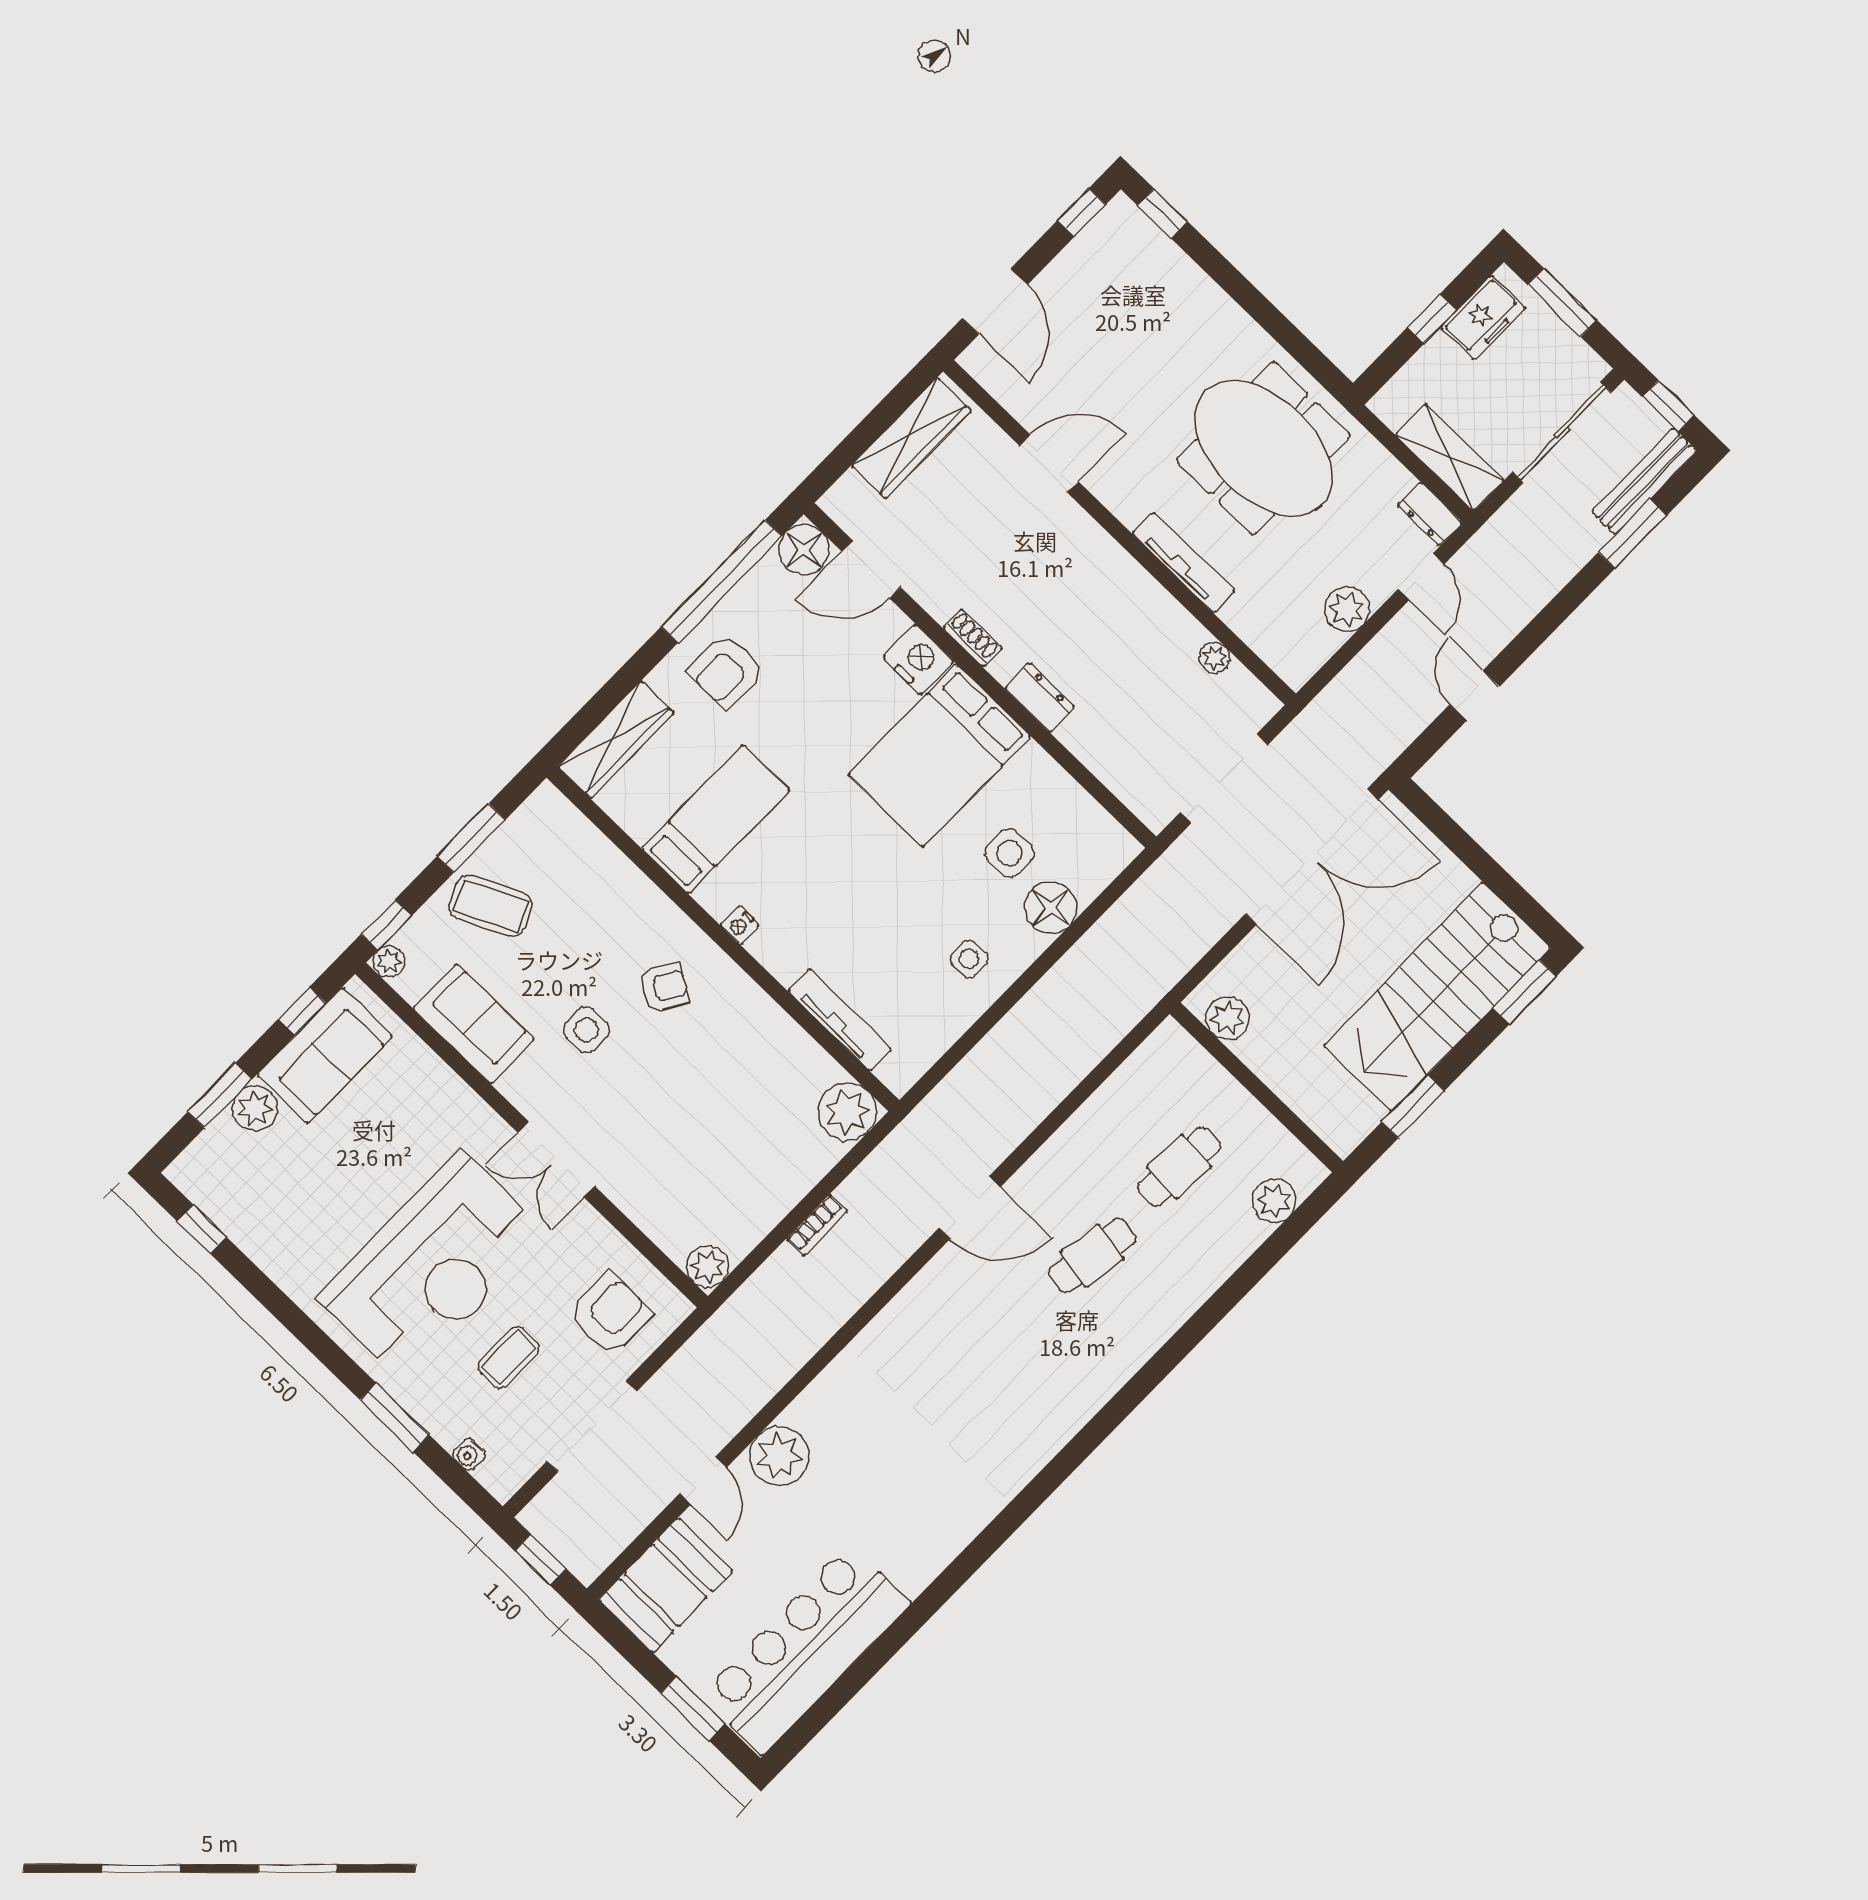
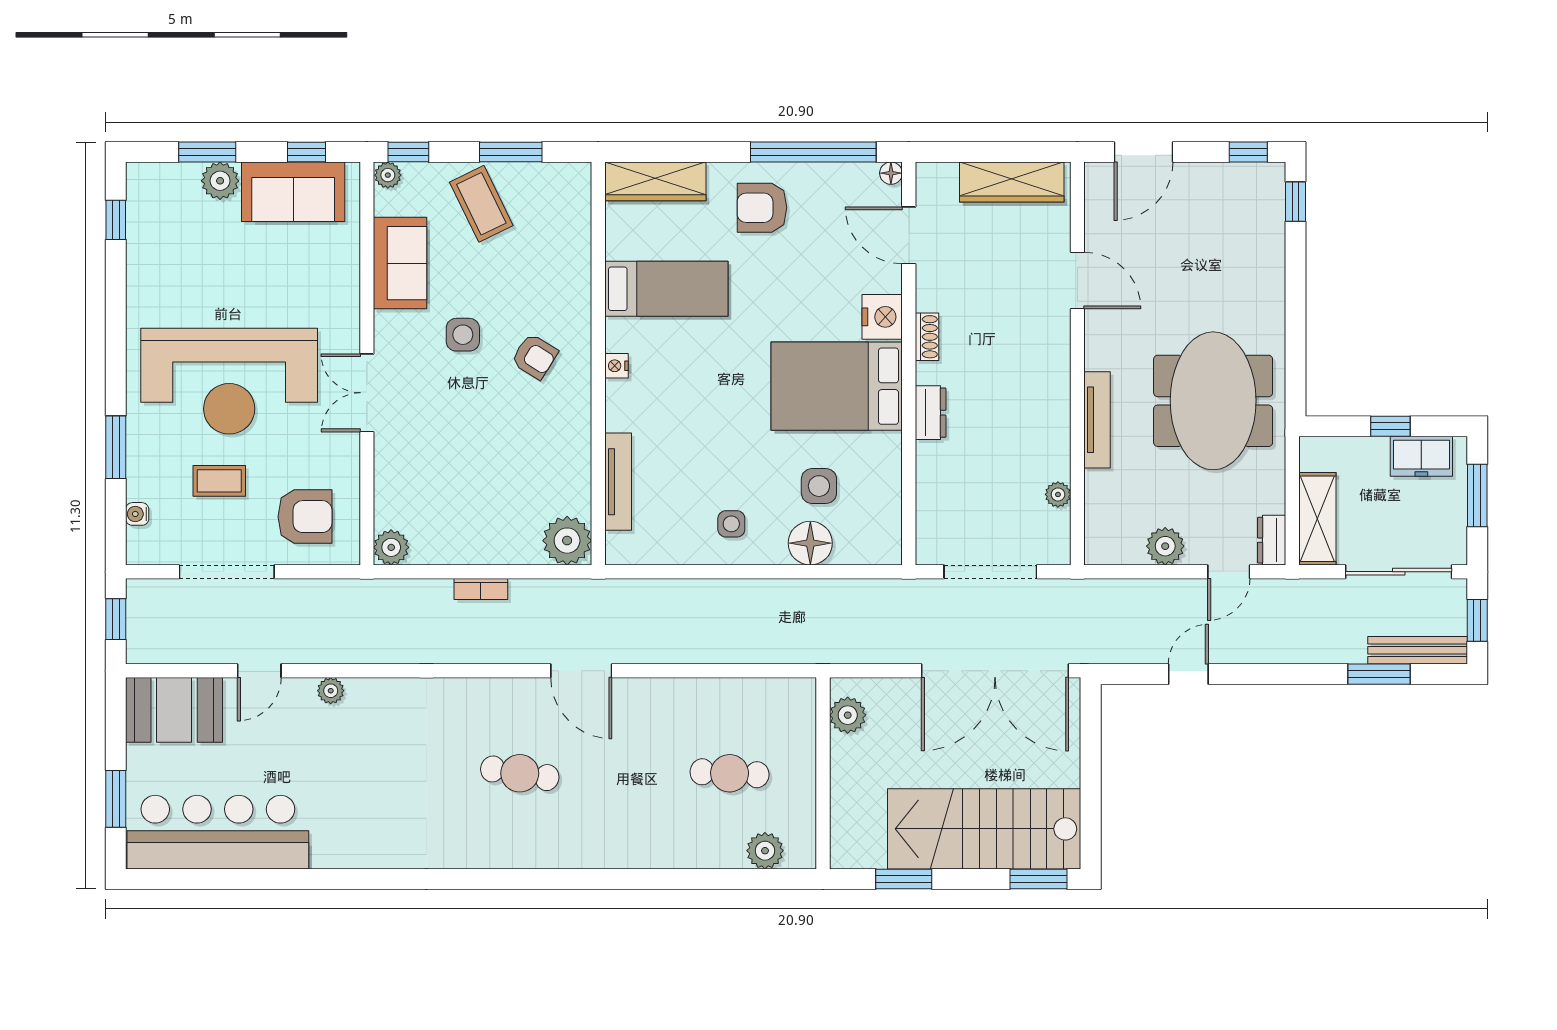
floor lamp: (804, 550) -> (891, 173), width x0.53, depth x0.53
cafe table: (1092, 1256) -> (520, 773), moved
plant: (779, 1456) -> (331, 691), width x0.53, depth x0.53

